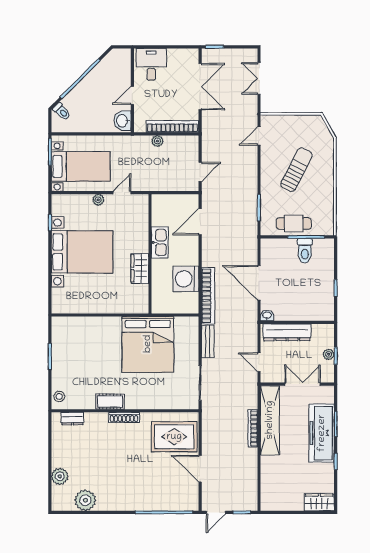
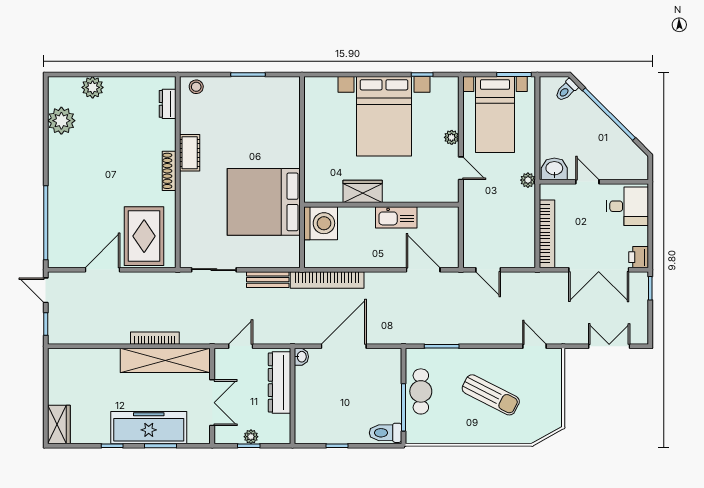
printer: (190, 56) -> (639, 257), added
plant: (157, 141) -> (528, 180), moved
toilet: (305, 251) -> (385, 433), moved
washing machine: (186, 279) -> (321, 223), moved, turned 90

